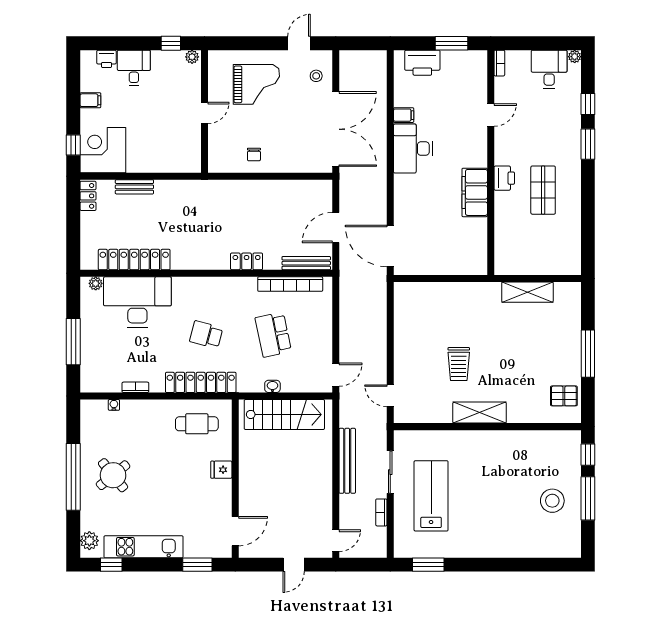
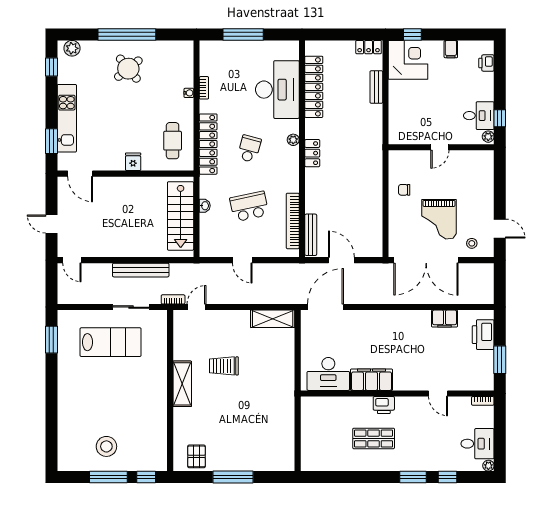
desk: (134, 68) -> (479, 116), moved
grand piano: (256, 84) -> (439, 219), moved
door: (205, 113) -> (440, 147), hinge flipped
filing cabinet: (404, 115) -> (445, 319), width x2.00
desk: (413, 149) -> (328, 374), moved, turned 180
locker: (247, 261) -> (312, 153), moved
plant: (96, 283) -> (293, 140), moved
shelving: (527, 292) -> (273, 319), moved, turned 90
door: (336, 375) -> (242, 260), moved
water cooler: (114, 405) -> (189, 93), moved
bookcase: (381, 512) -> (173, 299), moved
kitchen unit: (144, 547) -> (67, 118), moved

